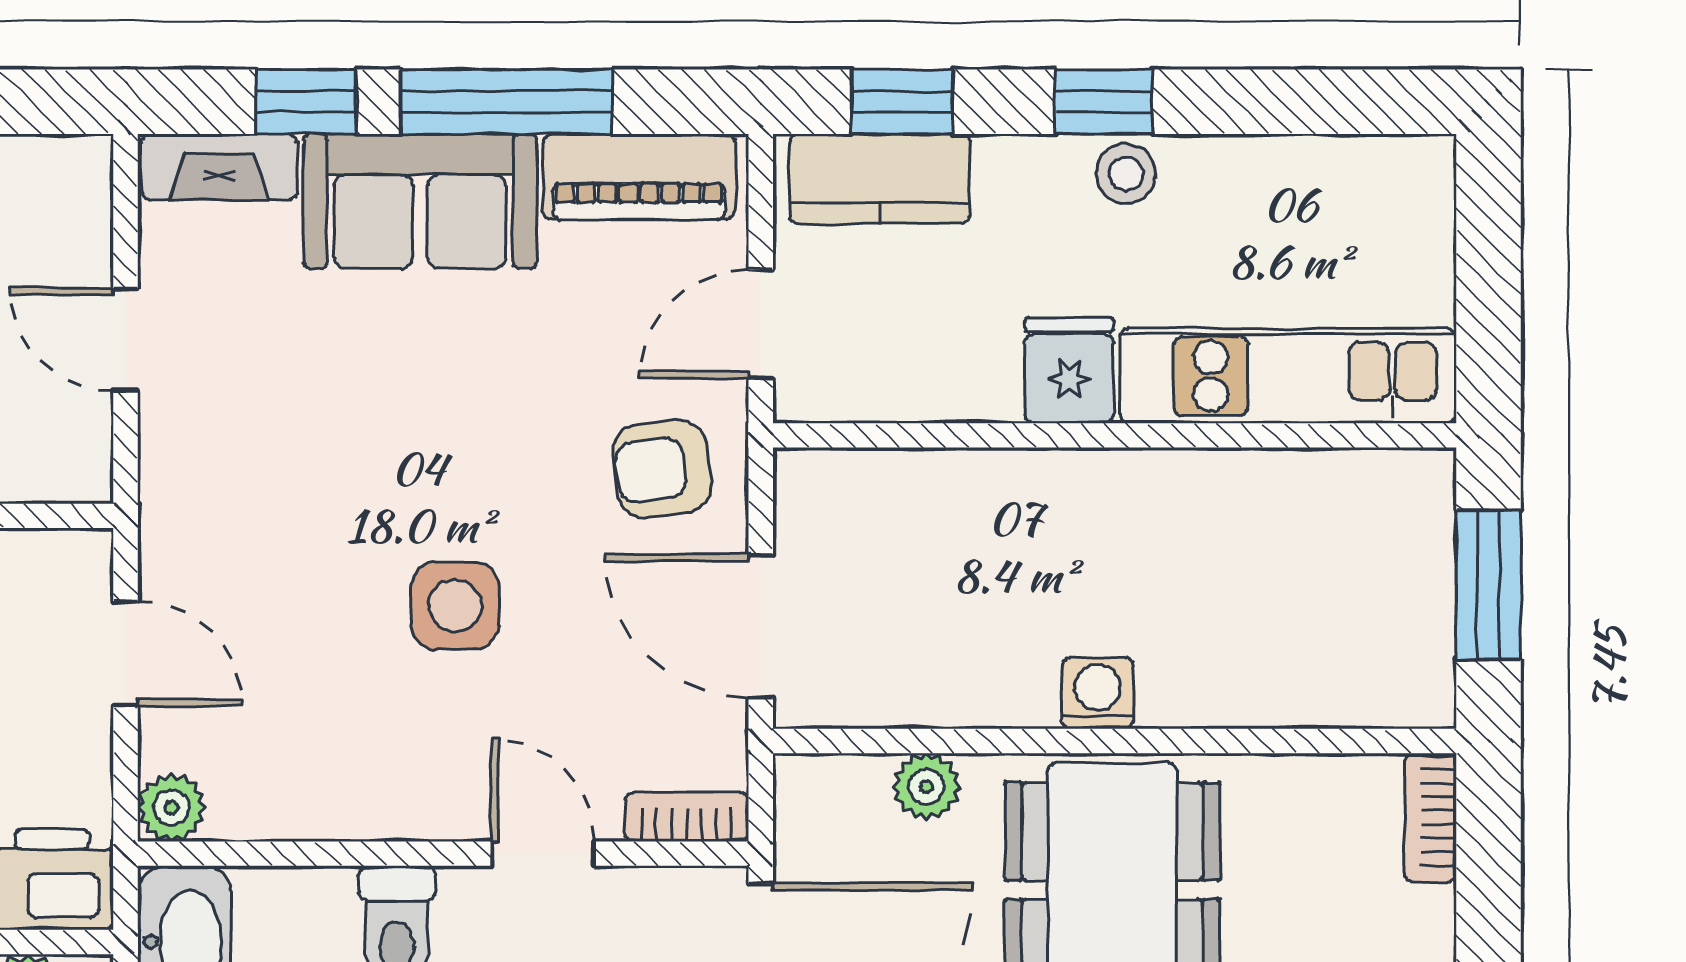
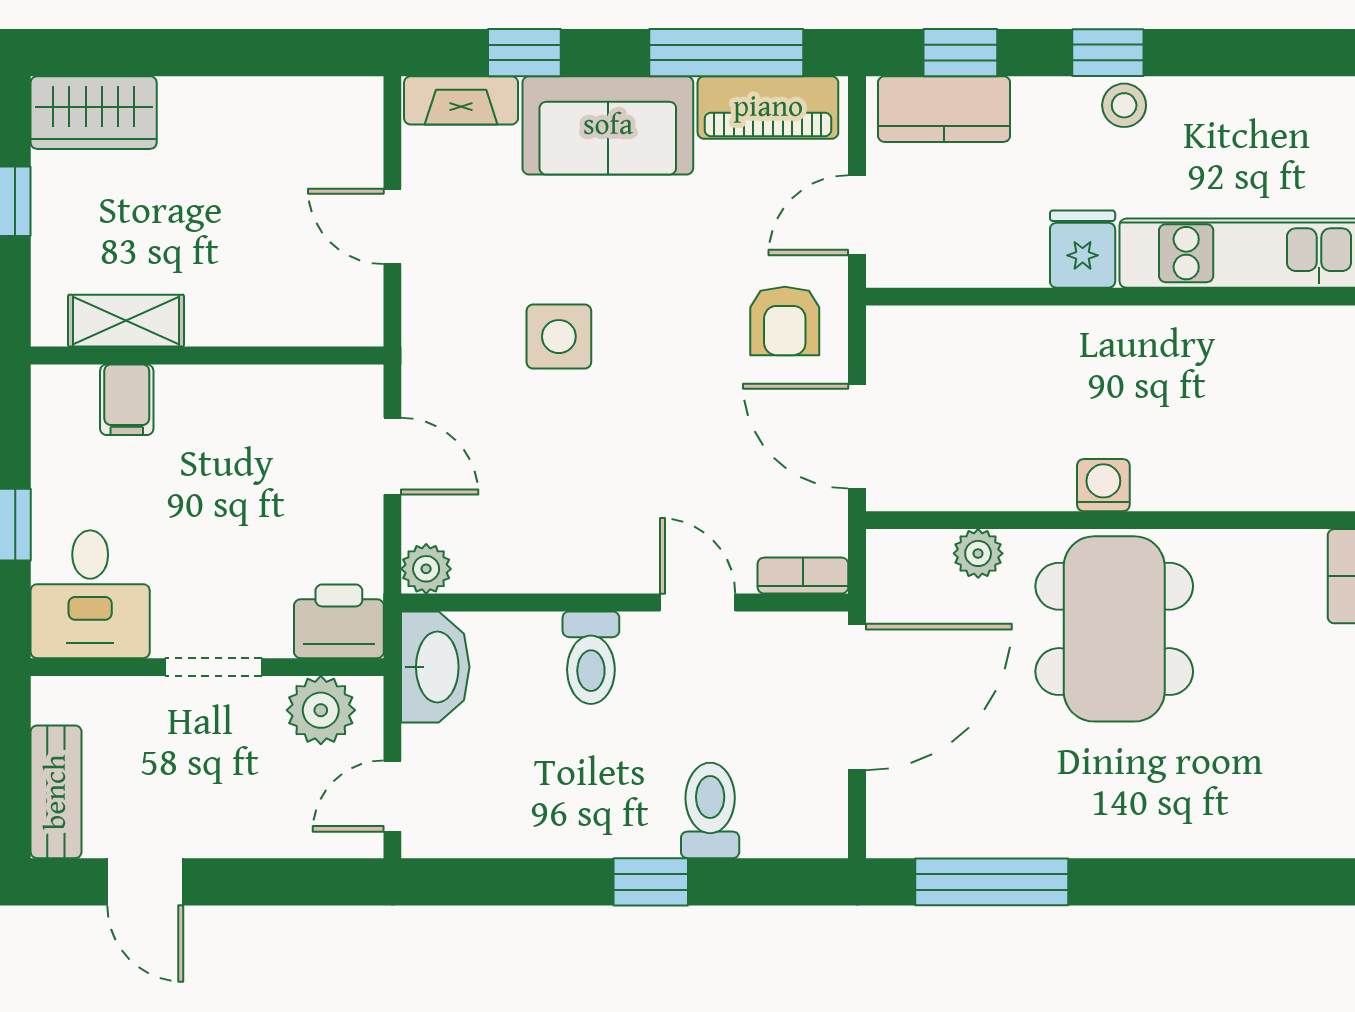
window: (506, 102) -> (726, 53), moved
armchair: (662, 469) -> (785, 321), turned -83
side table: (455, 606) -> (559, 337), moved

